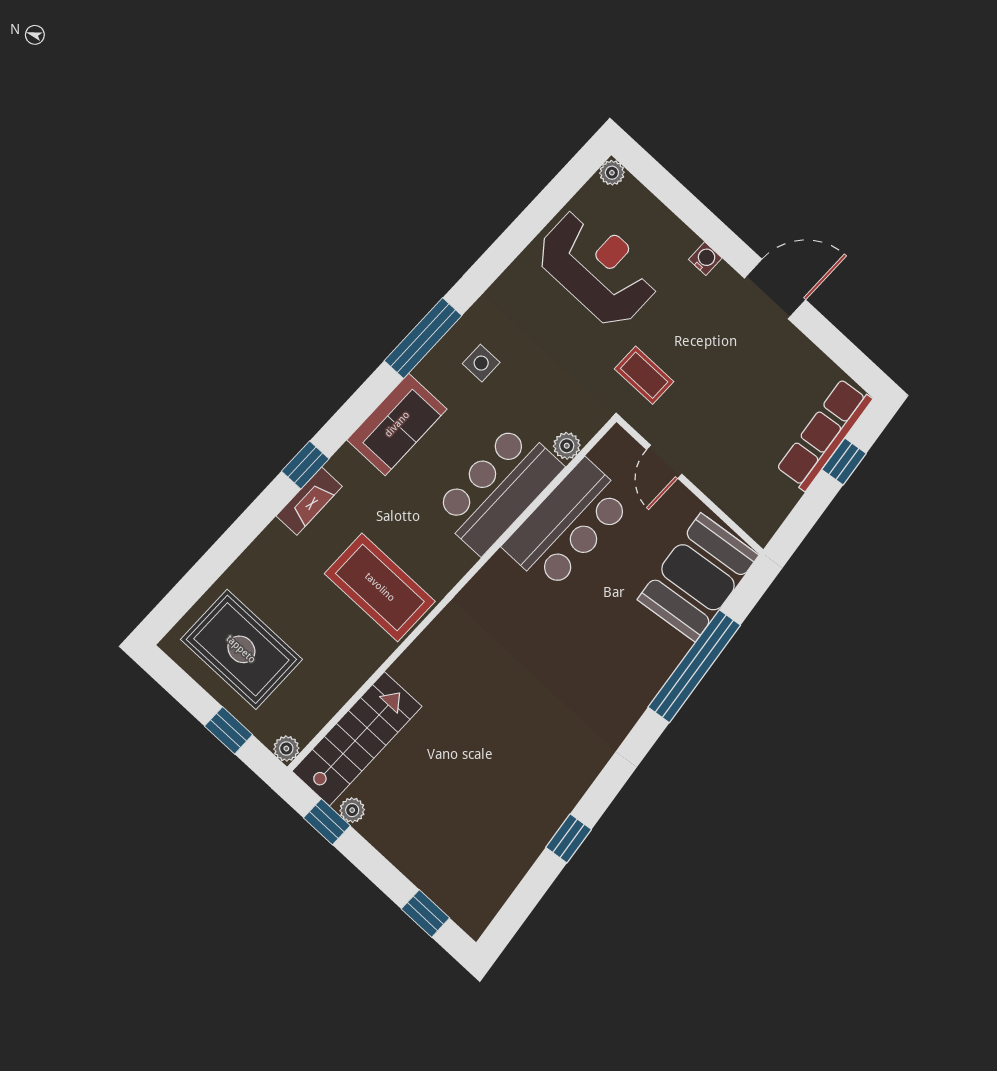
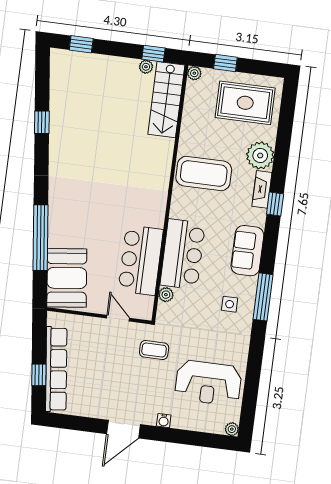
row of seats: (824, 435) -> (56, 369), width x1.36
plant: (276, 554) -> (260, 155), added

